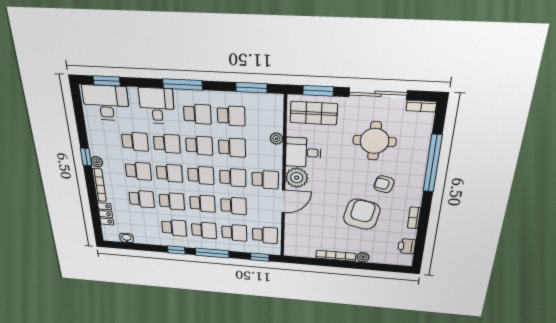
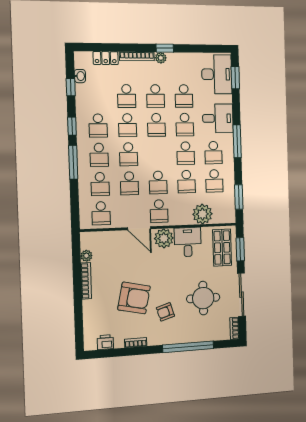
plant: (276, 139) -> (202, 214), width x1.87, depth x1.87
school desk: (201, 175) -> (157, 154), removed
armchair: (384, 184) -> (165, 312), turned -120
window: (260, 257) -> (71, 87), moved
plant: (363, 257) -> (86, 256), moved

